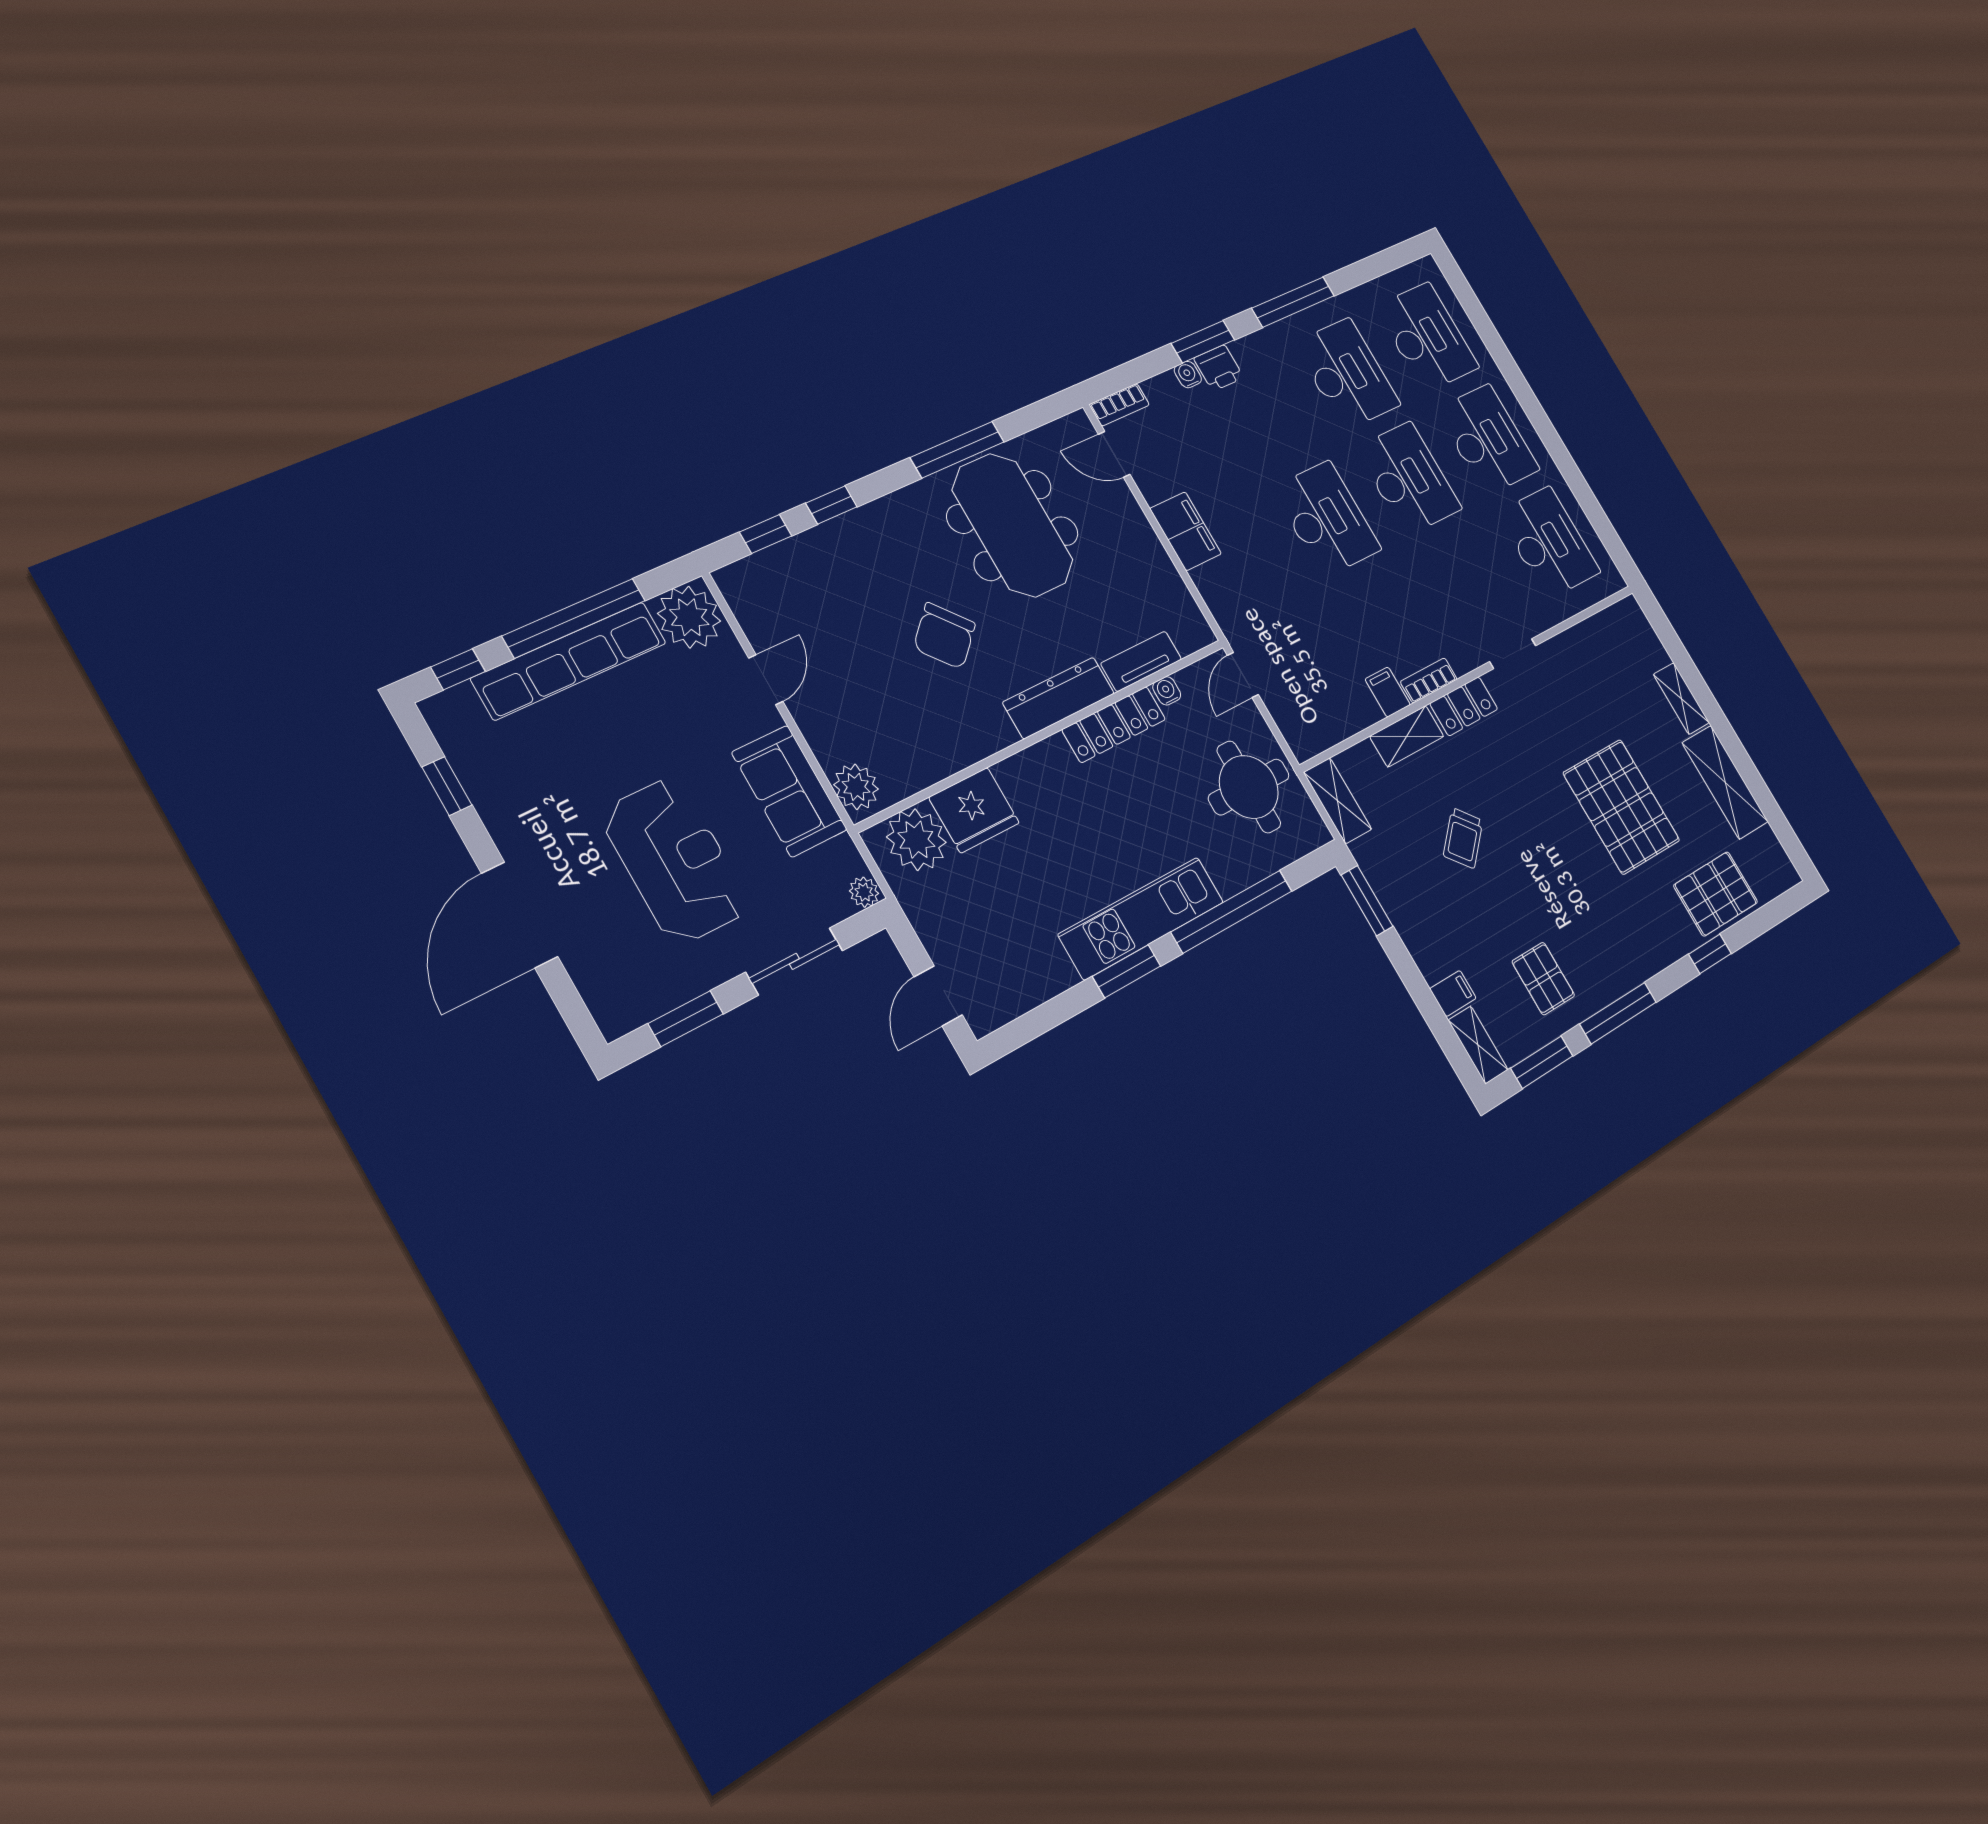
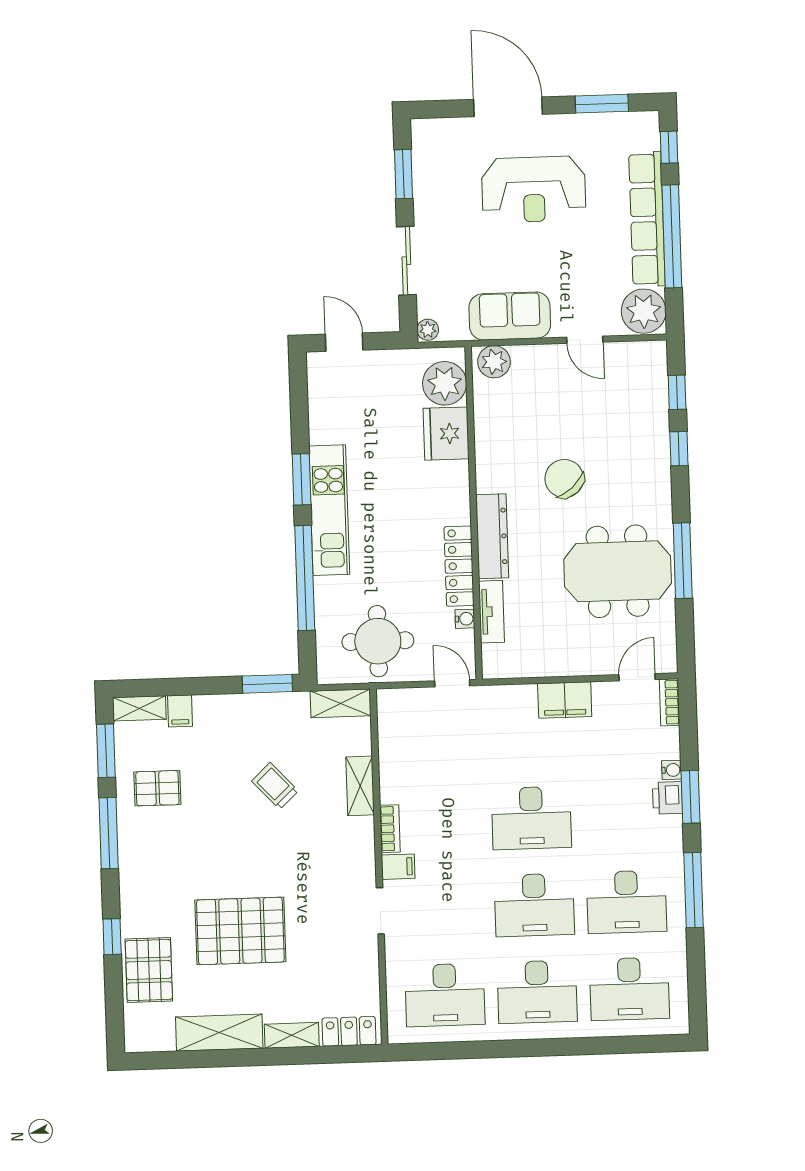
filing cabinet: (1388, 692) -> (398, 867), moved
locker: (1464, 706) -> (349, 1031), moved, turned 90
window: (447, 786) -> (602, 104), width x1.50
reception desk: (675, 861) -> (534, 189), moved

